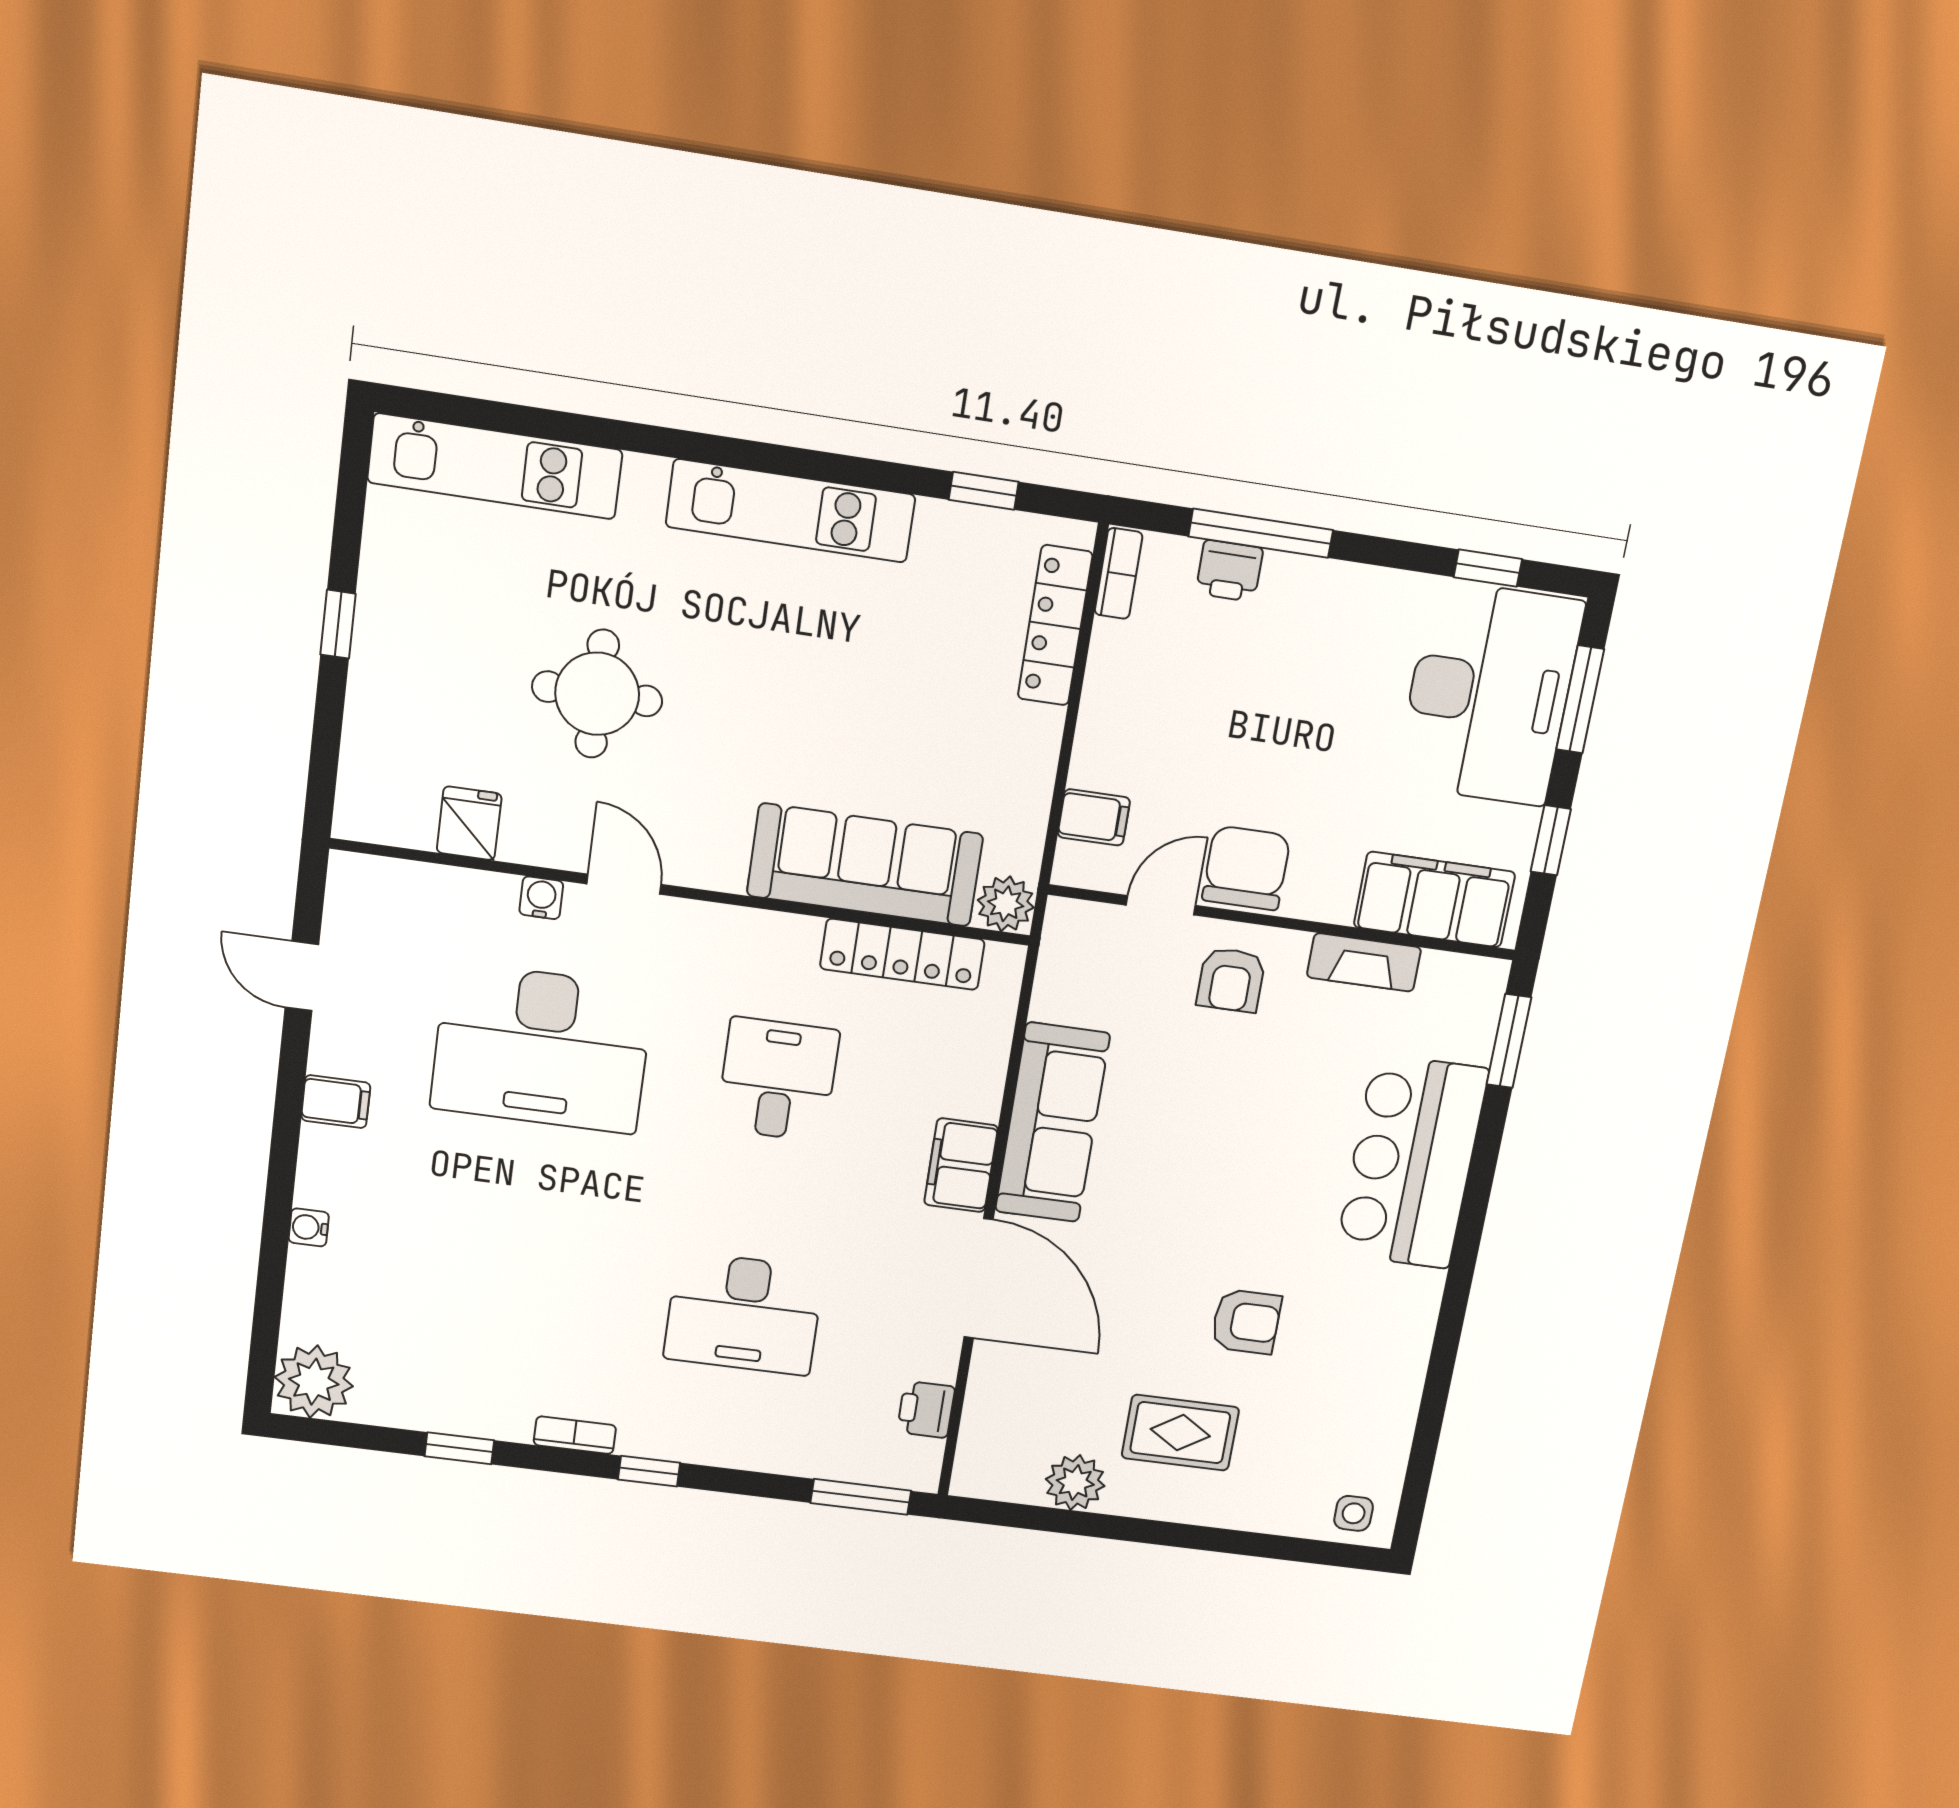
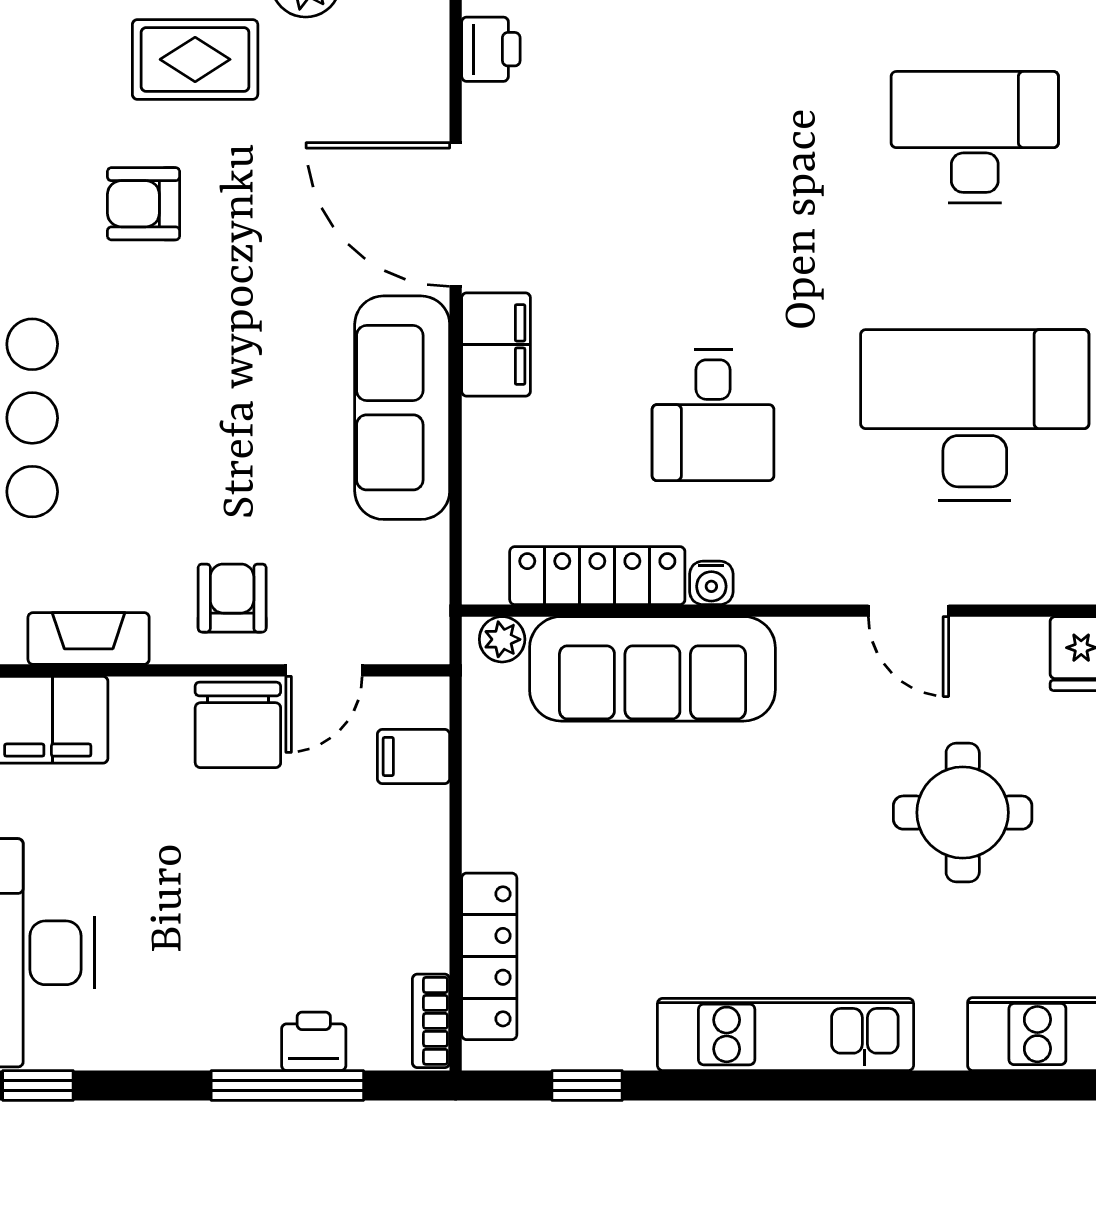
water cooler: (541, 898) -> (711, 583), moved
plant: (1006, 904) -> (502, 639), width x0.73, depth x0.73
desk: (744, 1314) -> (975, 137), moved

